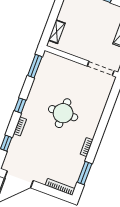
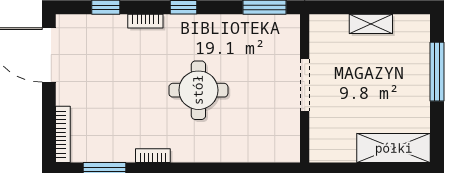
shelving: (57, 32) -> (371, 24), moved
doorway: (101, 68) -> (305, 85), moved

